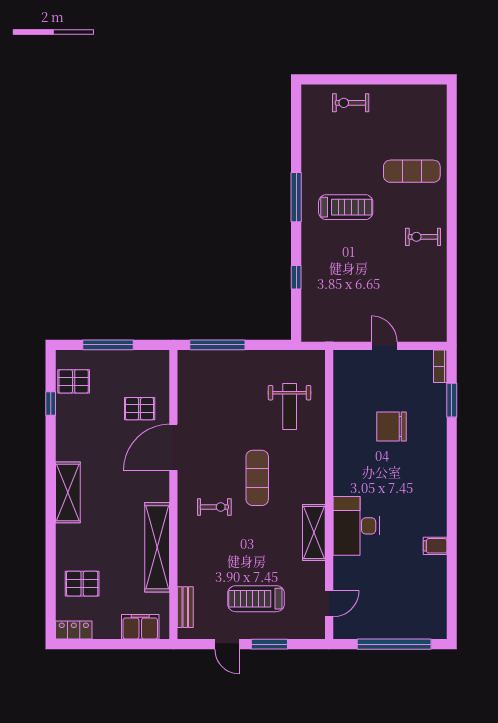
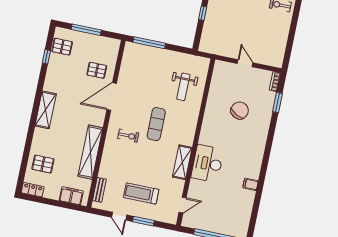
chair: (392, 426) -> (240, 110), turned 119

